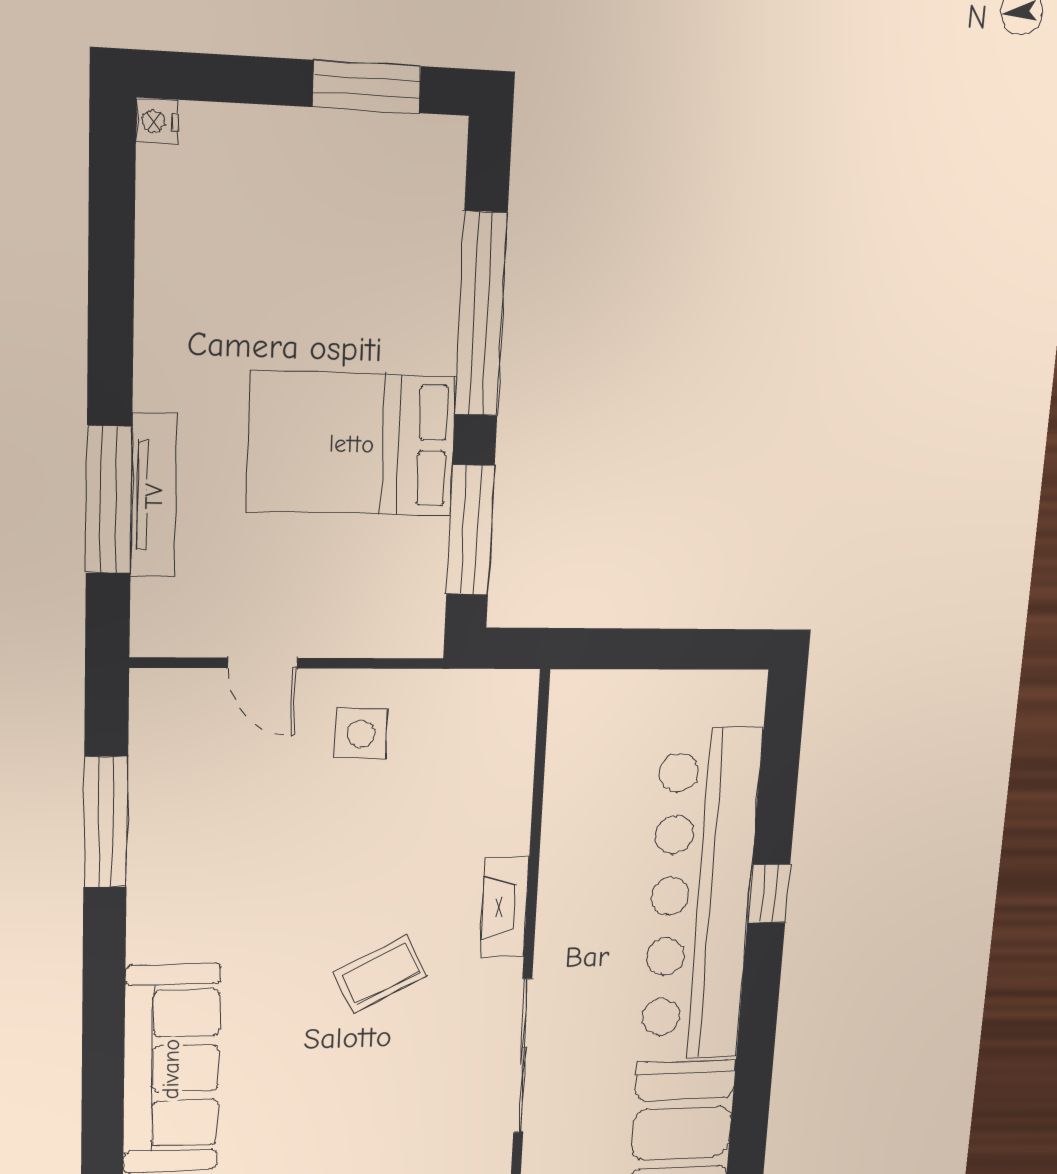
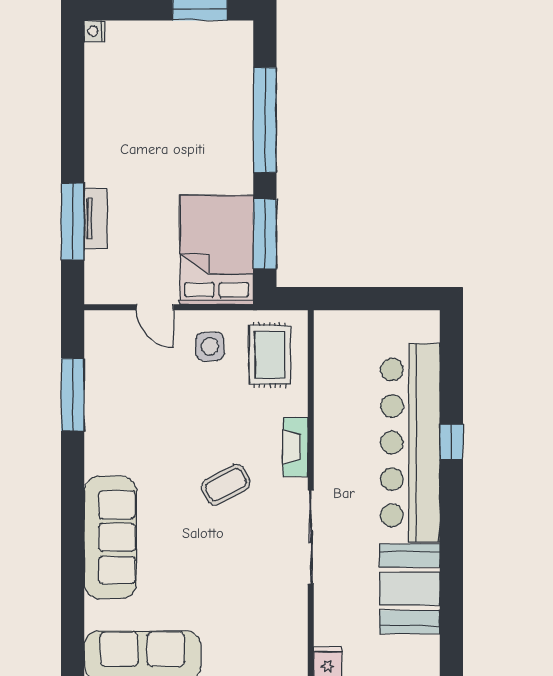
bed: (352, 444) -> (217, 250), moved, turned 90
tv unit: (154, 496) -> (96, 219), width x0.71
rug: (468, 749) -> (270, 355), added

